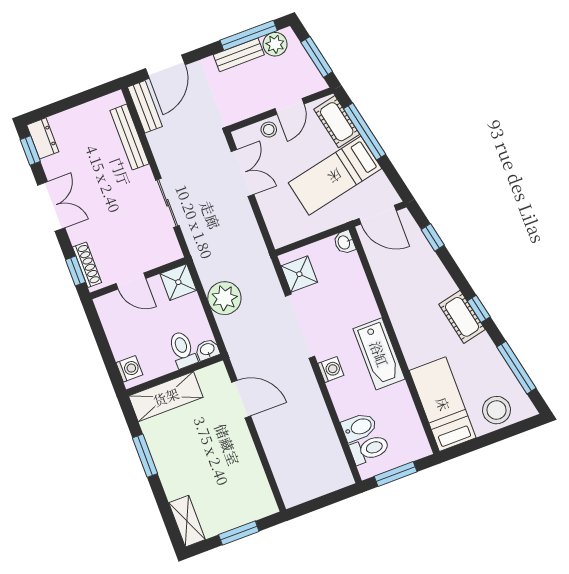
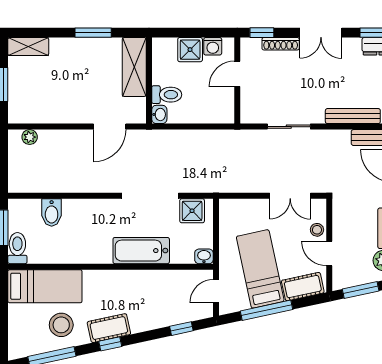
window: (365, 131) -> (266, 310), moved
door: (378, 215) -> (216, 291), width x0.73
shoe rack: (87, 265) -> (281, 44), moved
shower: (178, 282) -> (190, 50), moved
plant: (224, 298) -> (30, 137), moved, width x0.53, depth x0.53
bathtub: (379, 354) -> (141, 251), moved
washing machine: (129, 369) -> (213, 46), moved
washing machine: (331, 369) -> (106, 207), removed
stool: (496, 410) -> (61, 325), moved
toilet: (369, 449) -> (17, 248), moved, turned 180

